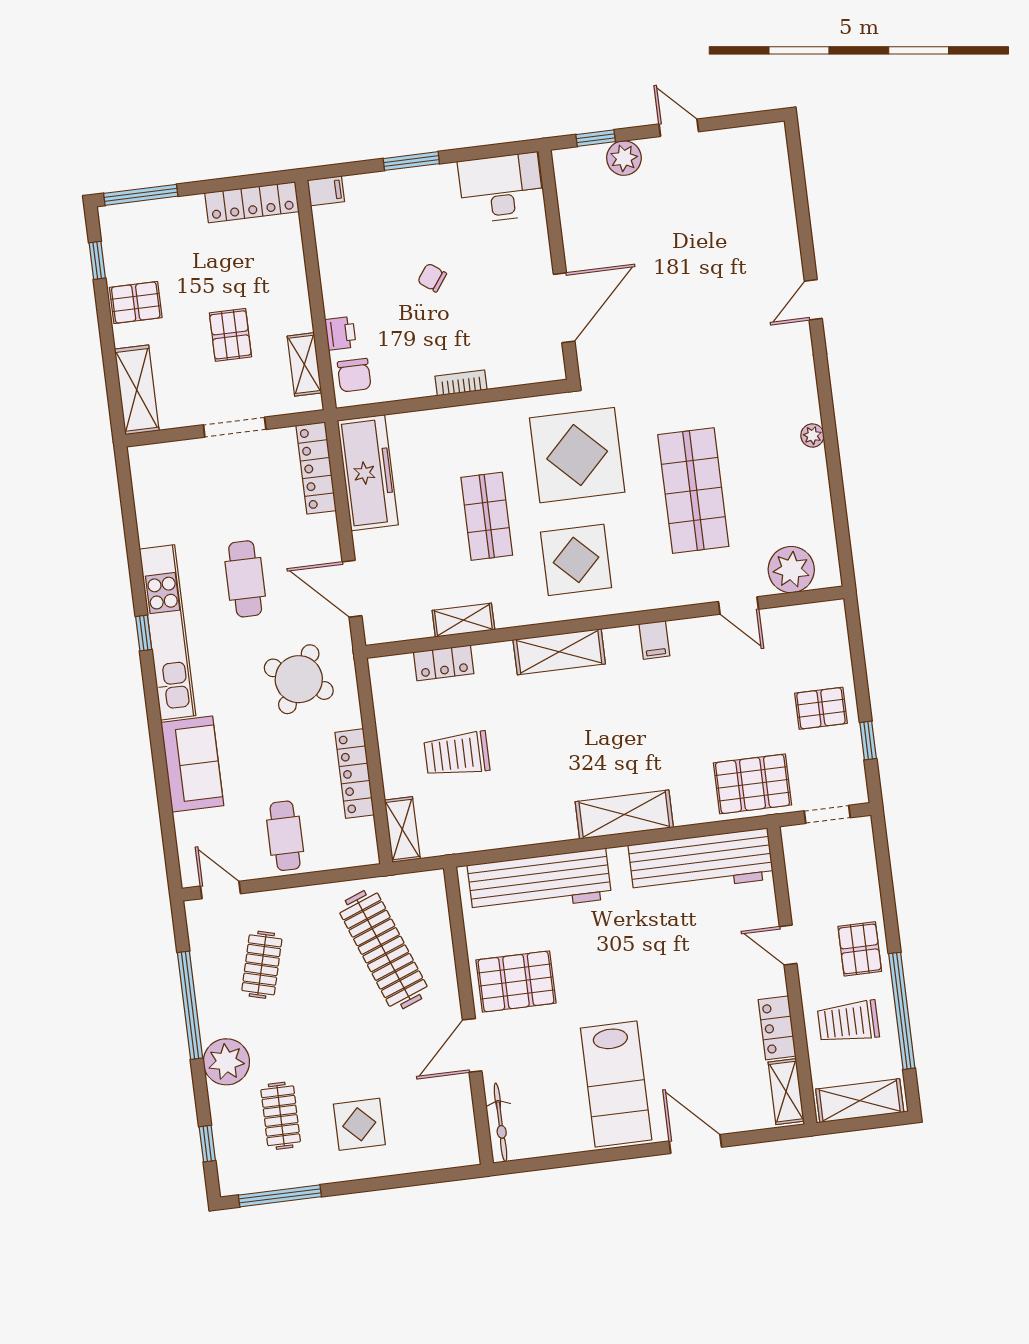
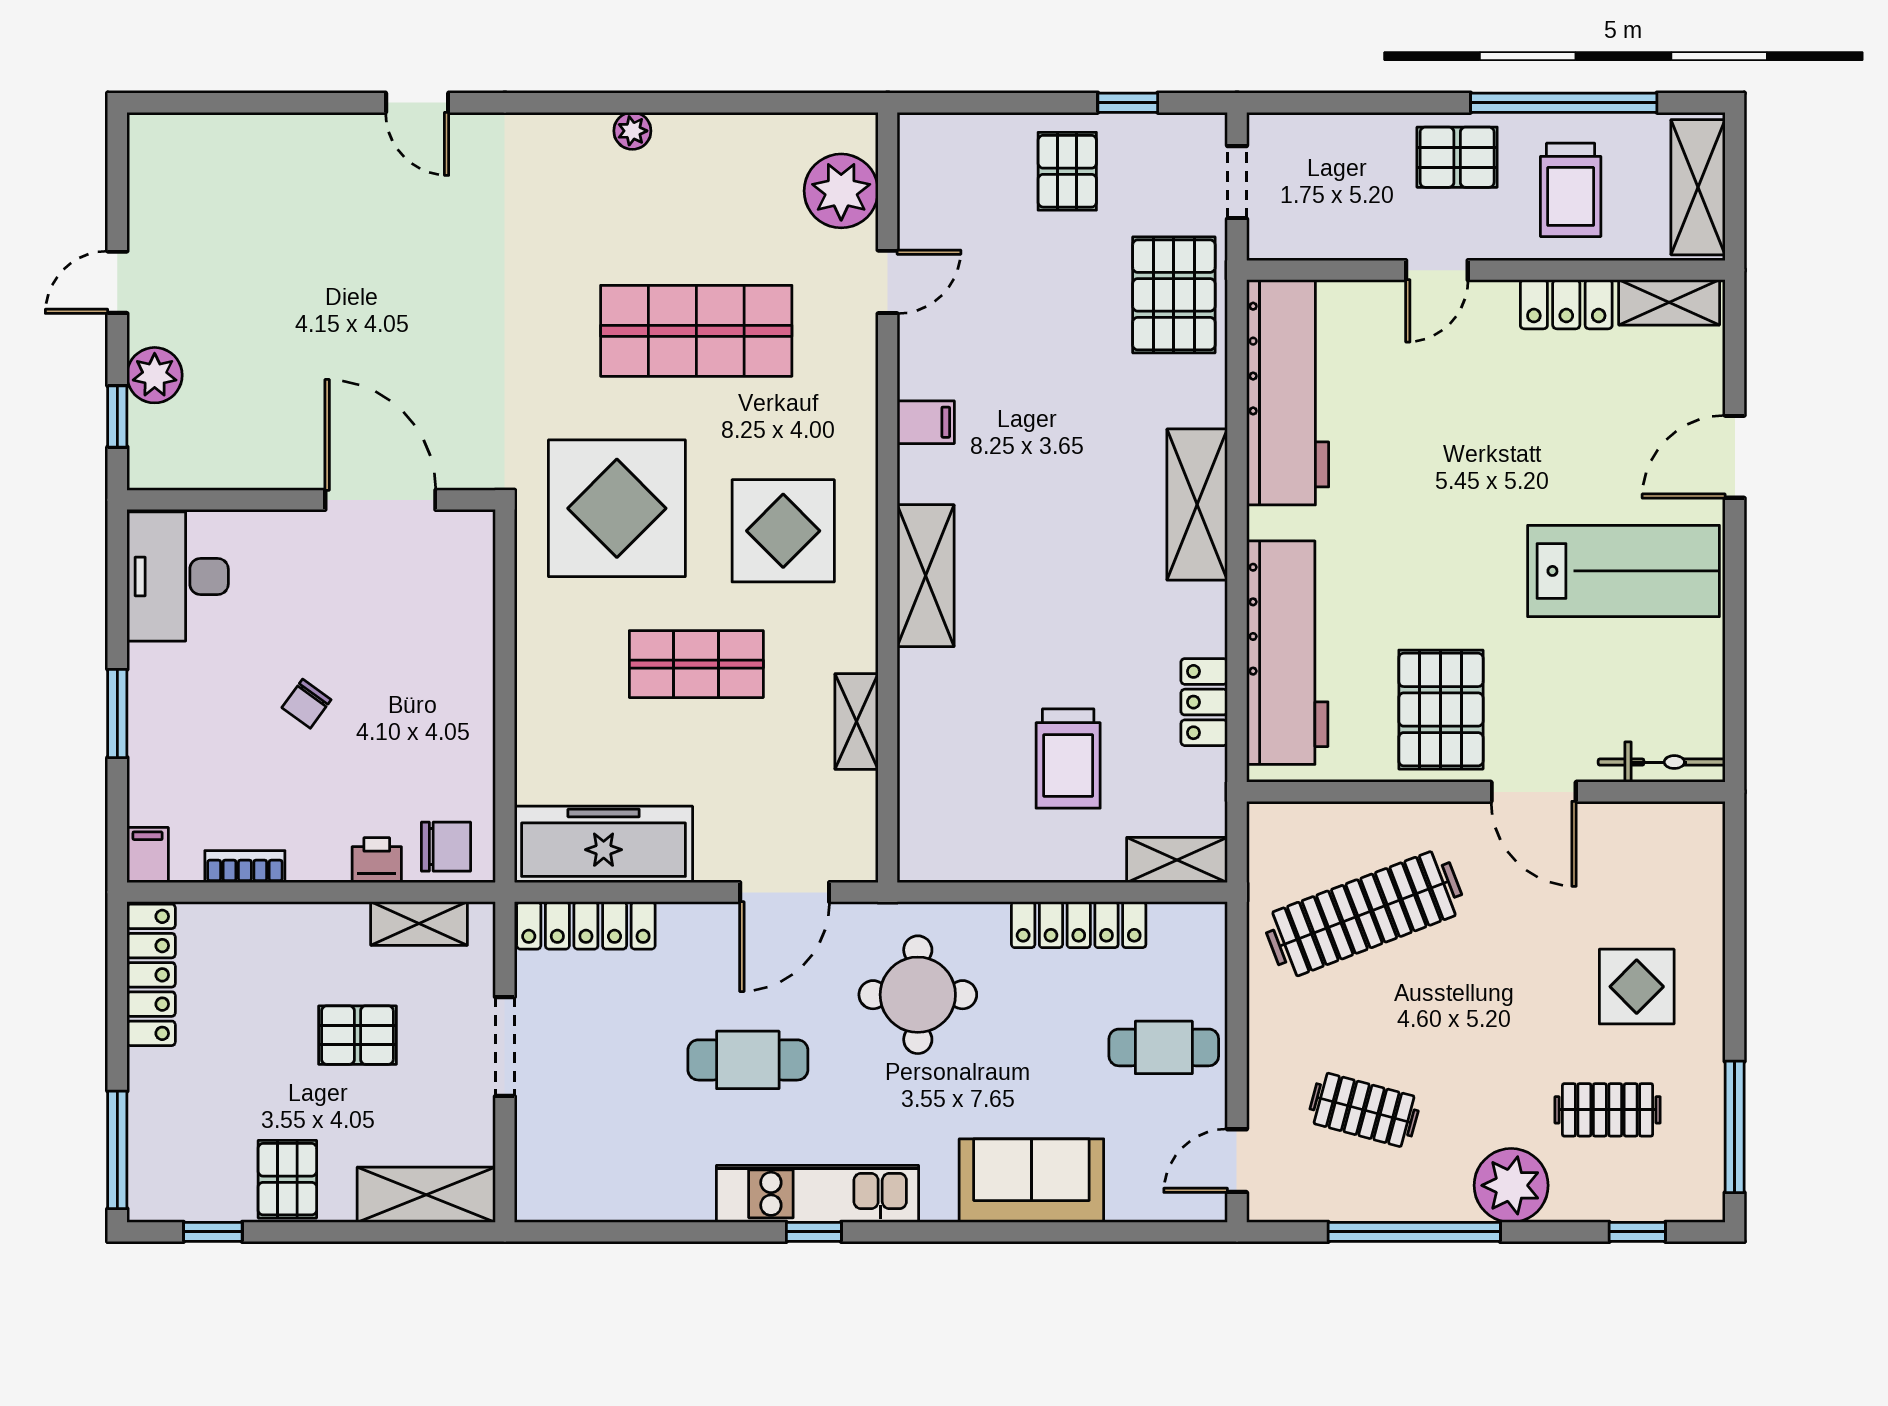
bookcase: (461, 383) -> (245, 867), moved, turned 90
kitchen unit: (168, 632) -> (818, 1194), width x0.73
locker: (444, 663) -> (1204, 702), moved, turned 180
round table: (299, 679) -> (918, 995), turned -31

